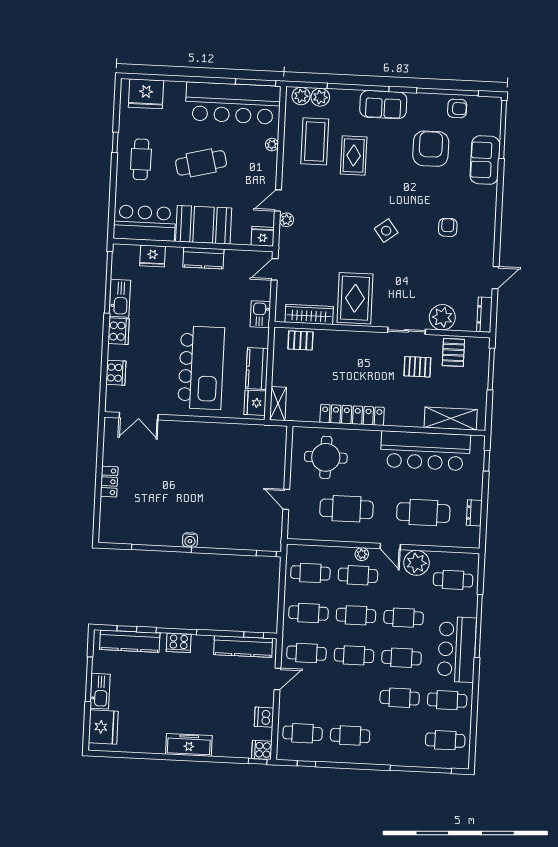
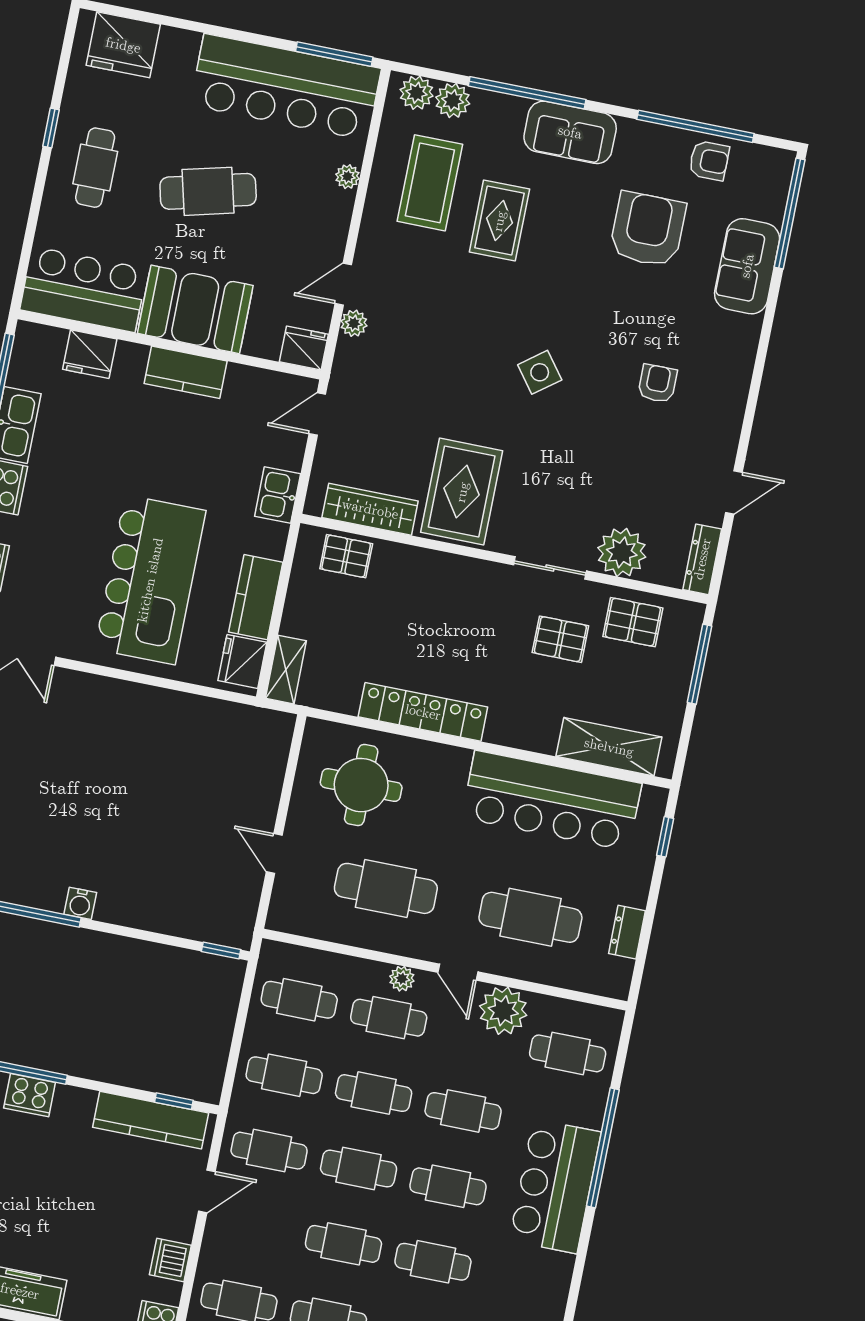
pallet: (453, 352) -> (633, 622), turned 90
cafe table: (447, 700) -> (343, 1244), moved

